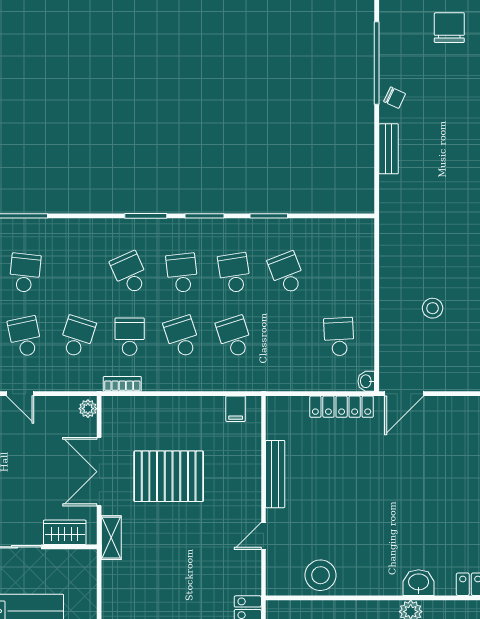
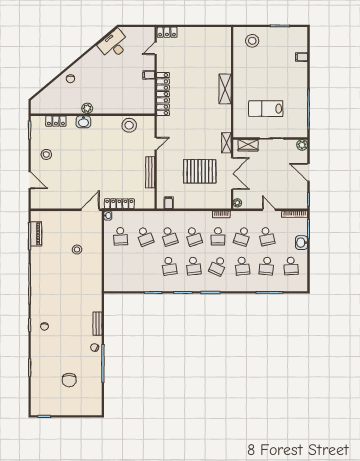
school desk: (77, 273) -> (242, 266), added
school desk: (130, 273) -> (218, 266), turned 48
school desk: (287, 273) -> (145, 236), moved

